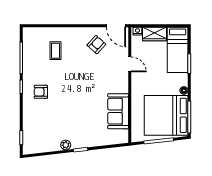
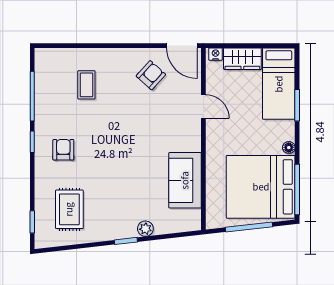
armchair: (41, 92) -> (63, 150), turned 90
rug: (45, 130) -> (69, 209), added
plant: (66, 145) -> (145, 229), moved

